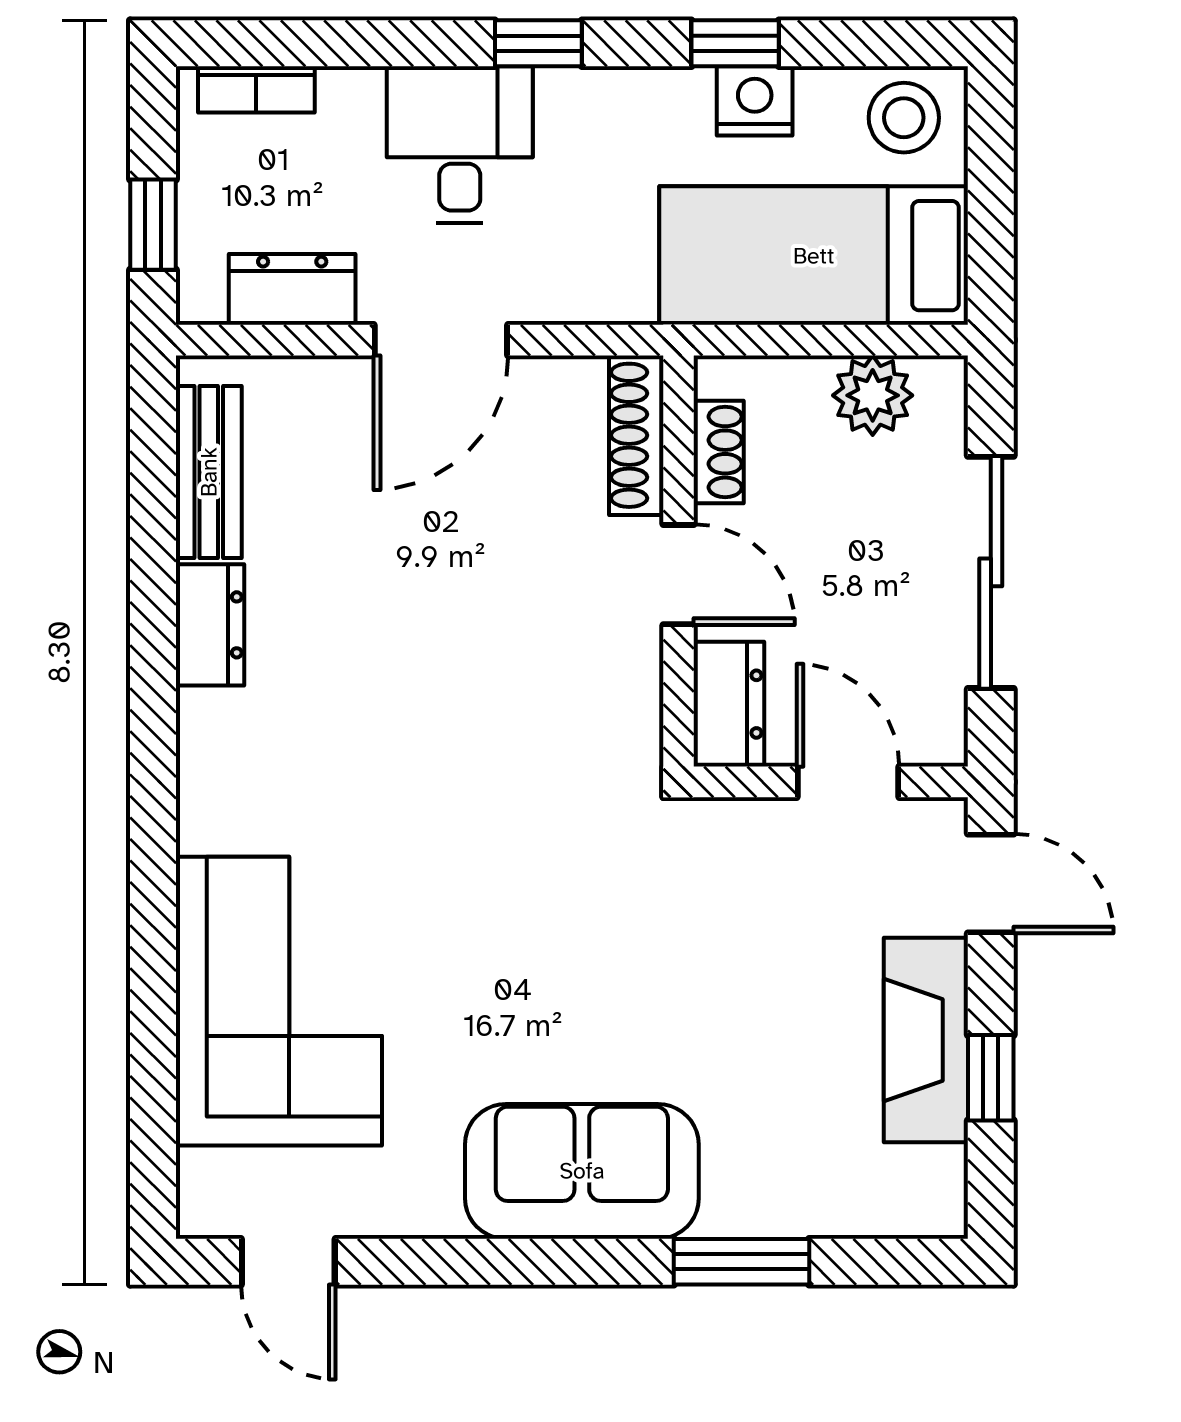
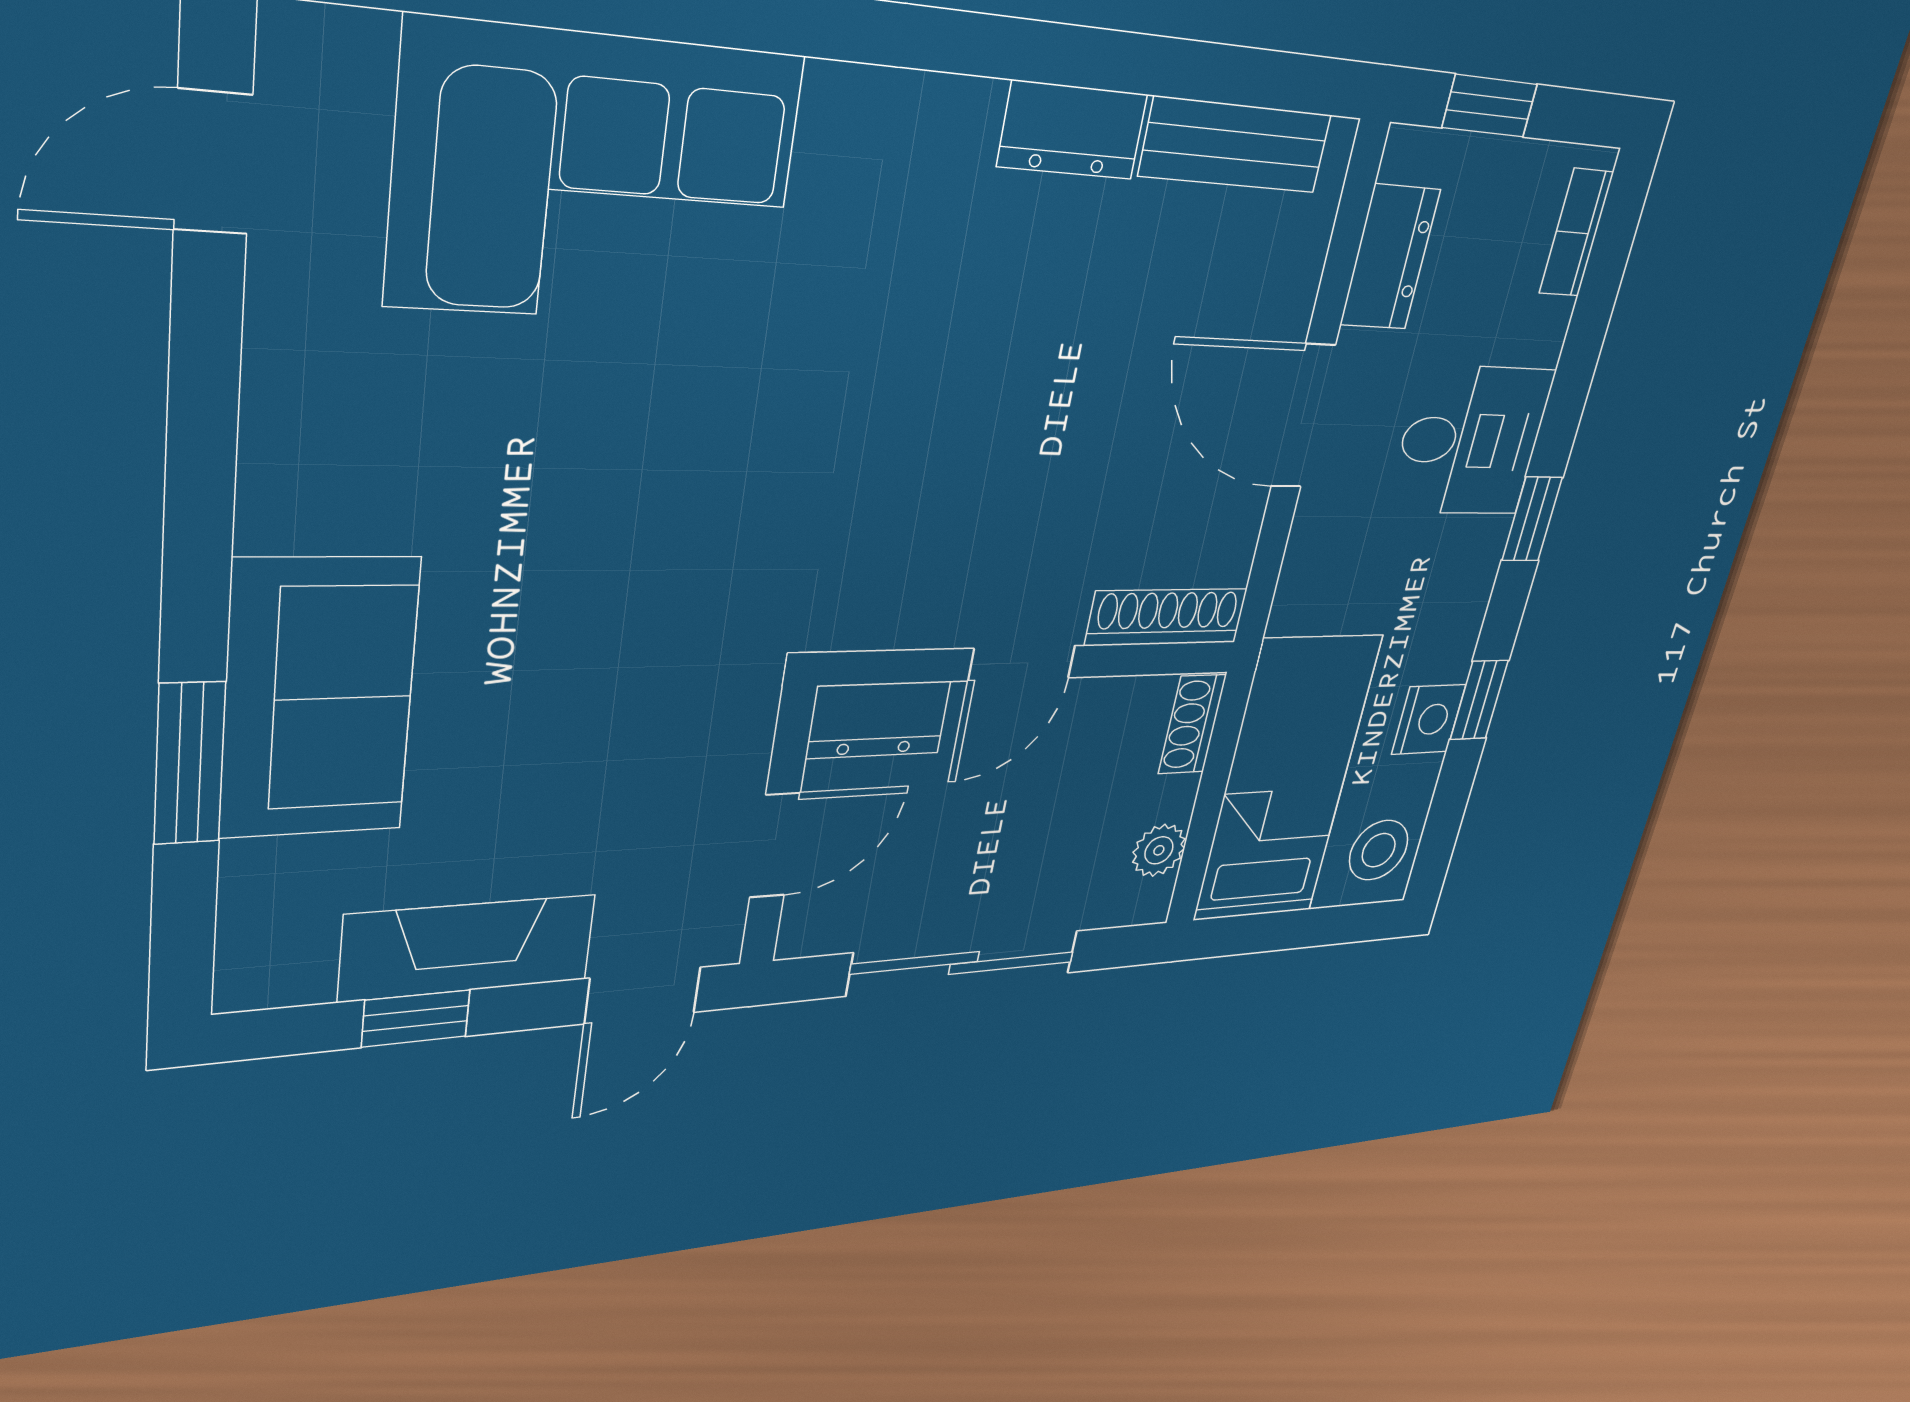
plant: (873, 395) -> (1159, 850), width x0.73, depth x0.73
shoe rack: (719, 452) -> (1192, 724), moved, turned 90
sofa: (582, 1171) -> (319, 699), moved

